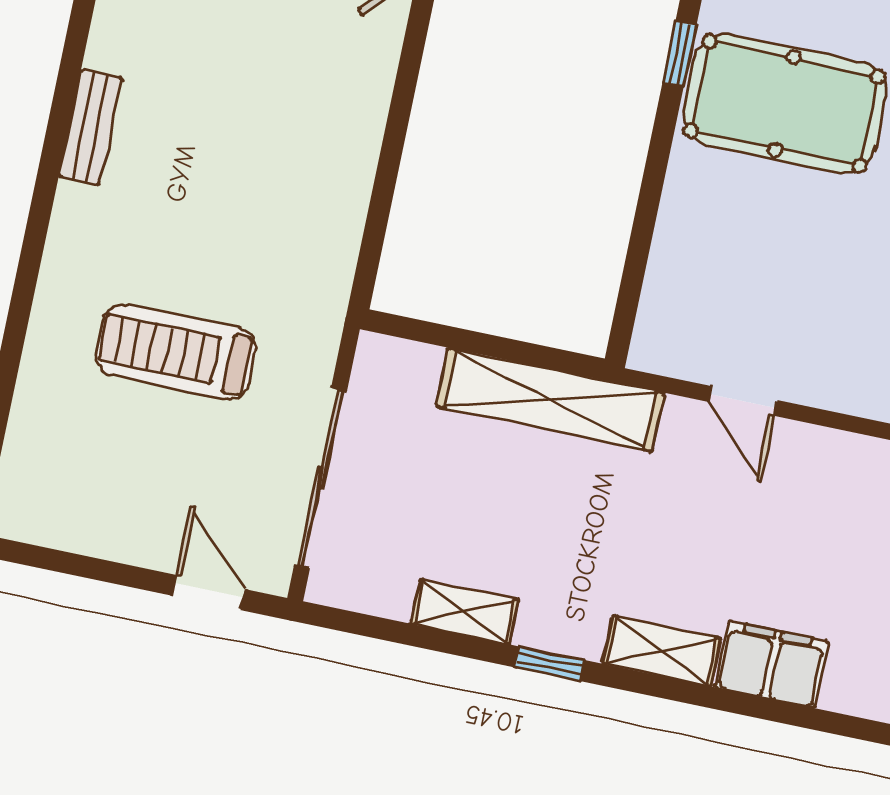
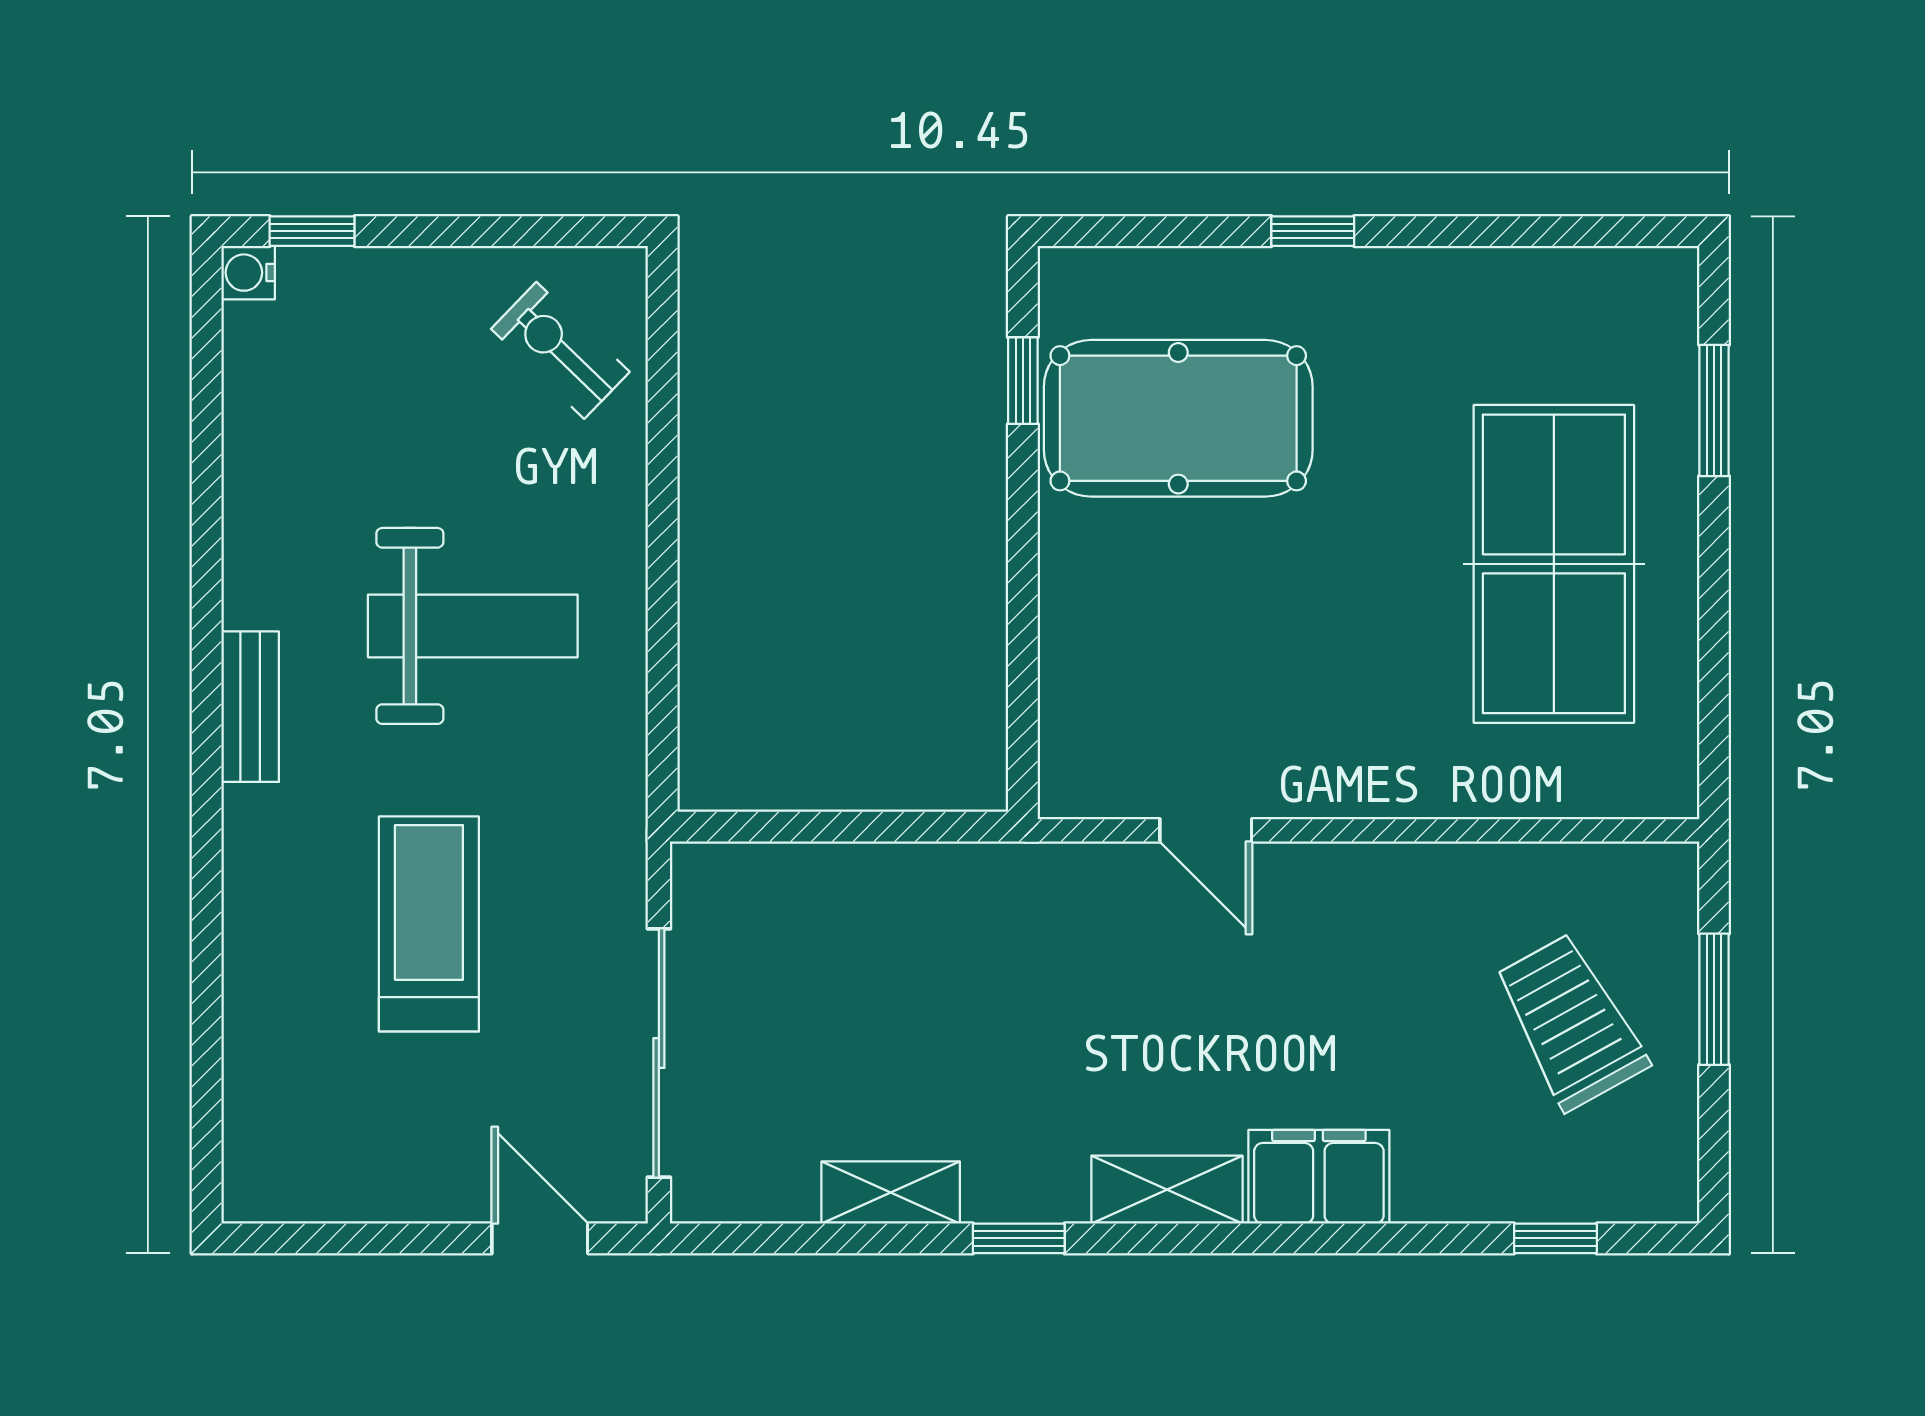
bench: (90, 127) -> (250, 707), moved
weight bench: (252, 146) -> (473, 626), added
treadmill: (176, 352) -> (429, 924), turned 90
shelving: (550, 400) -> (946, 883), removed

